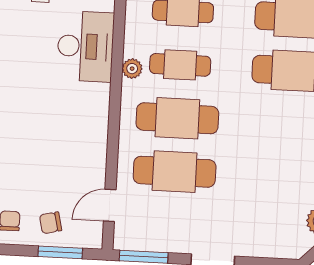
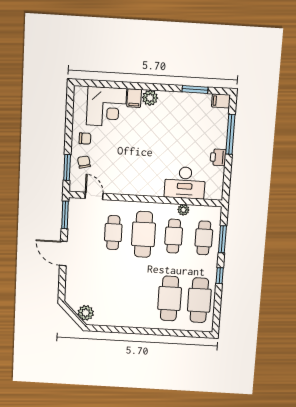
plant: (132, 69) -> (183, 210), moved
cafe table: (175, 172) -> (113, 233), width x0.73, depth x0.74

